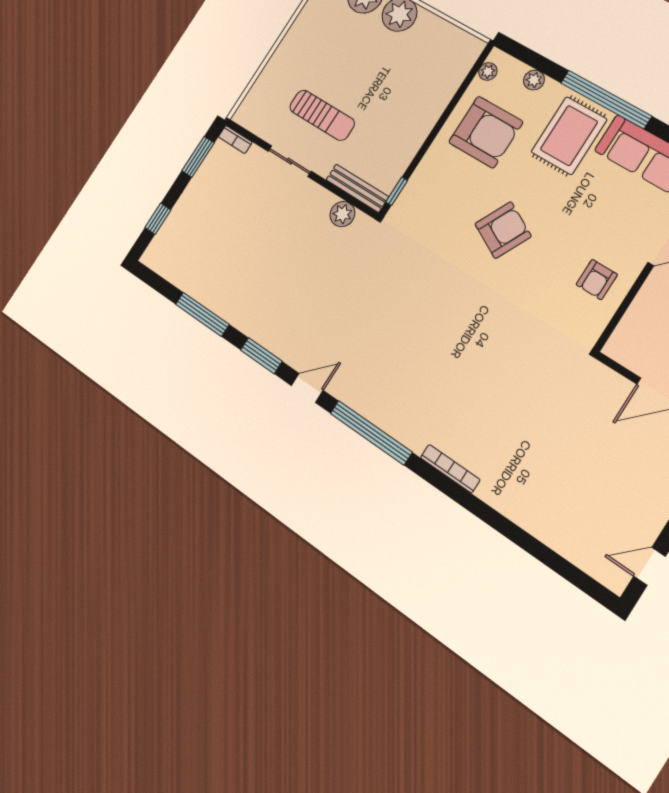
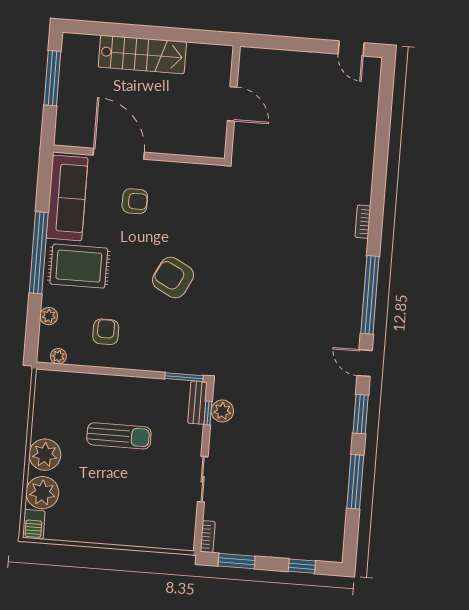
sun lounger: (322, 115) -> (119, 436), moved, turned 90
armchair: (486, 132) -> (106, 332), width x0.53, depth x0.53
bench: (357, 188) -> (197, 403), width x0.73
window: (397, 191) -> (184, 377), width x1.50
window: (349, 198) -> (208, 413), added
armchair: (597, 280) -> (135, 201), moved
bookcase: (450, 469) -> (363, 222), width x0.64

